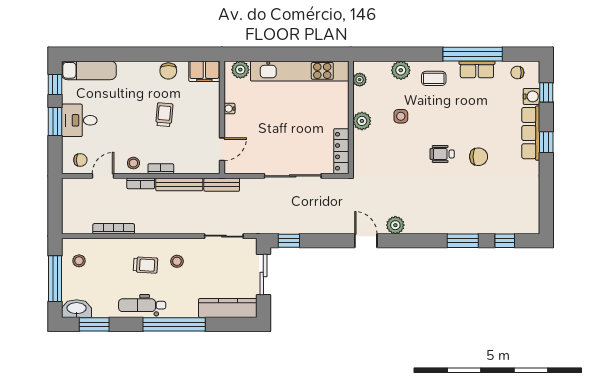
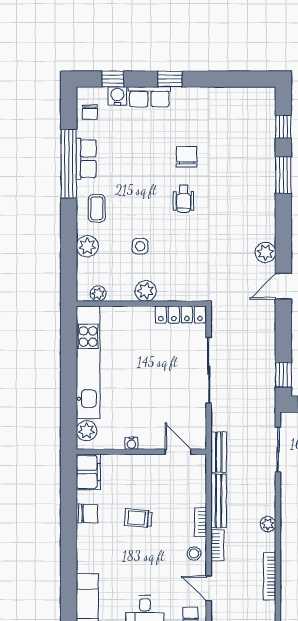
row of seats: (531, 133) -> (149, 97), width x0.68
plant: (159, 227) -> (268, 524), added

